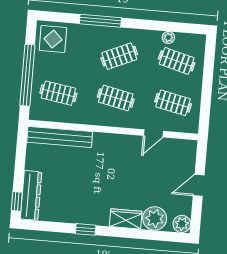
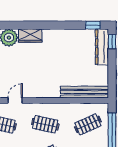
clothes rail: (58, 93) -> (88, 124), turned -33
window: (86, 229) -> (93, 25), moved

